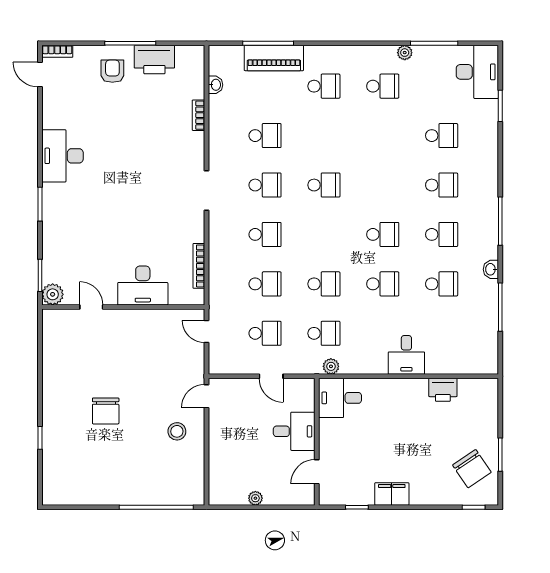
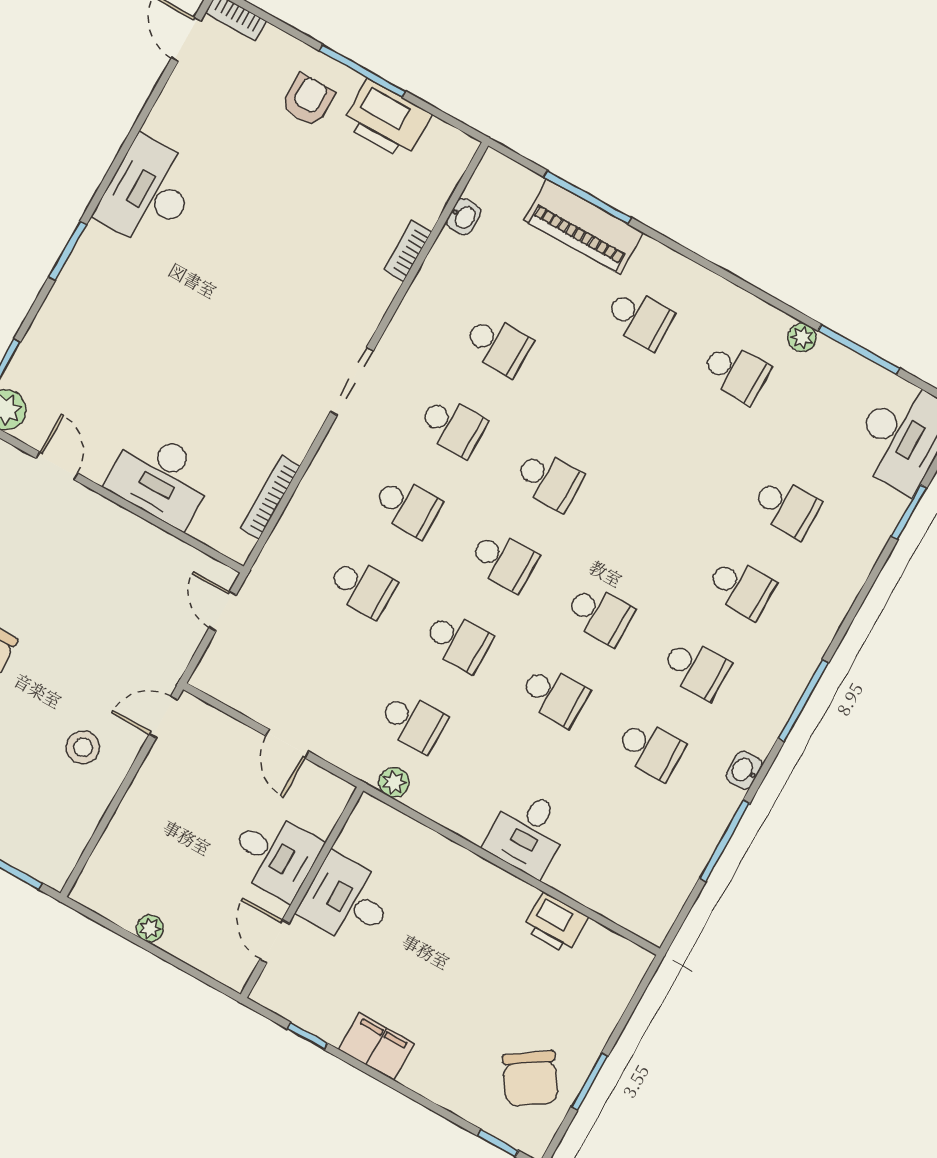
school desk: (265, 333) -> (503, 560), moved
desk: (340, 398) -> (347, 900), moved
door: (317, 472) -> (274, 941), hinge flipped

